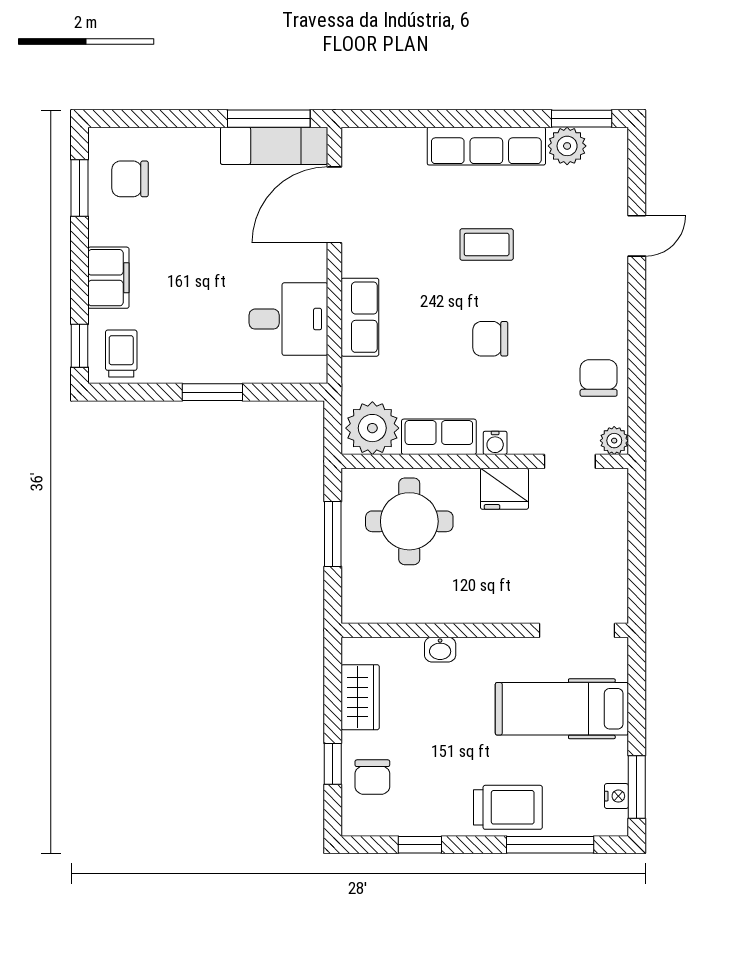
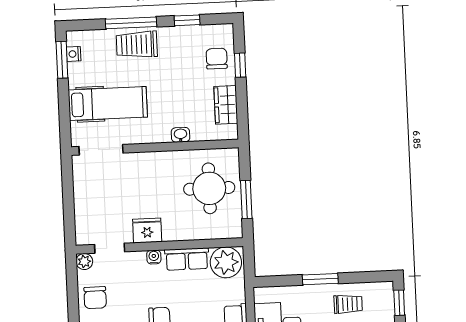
trolley: (121, 354) -> (348, 304), moved, turned -90
round table: (409, 521) -> (209, 188), moved
window: (550, 845) -> (131, 23), moved

